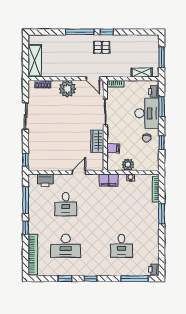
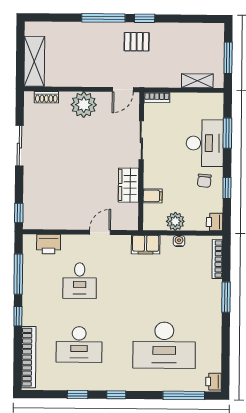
door: (93, 79) -> (123, 90), hinge flipped
printer: (154, 91) -> (215, 222), moved
desk: (121, 246) -> (164, 345), width x1.87, depth x1.30

